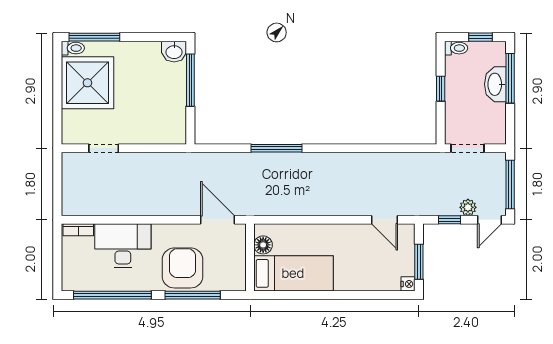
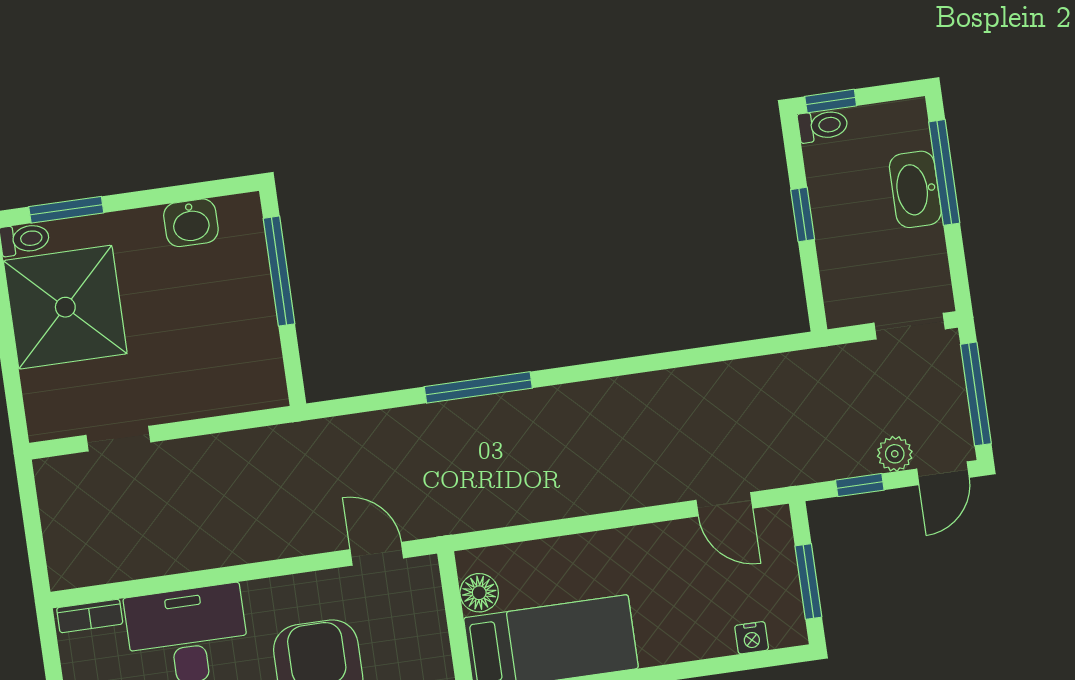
window: (94, 37) -> (66, 210), width x0.69
window: (480, 37) -> (831, 101), moved
washbasin: (174, 52) -> (191, 223), moved
doorway: (467, 148) -> (910, 326), moved
door: (217, 220) -> (377, 554), width x0.73
nightstand: (408, 284) -> (752, 638), moved, turned 90

